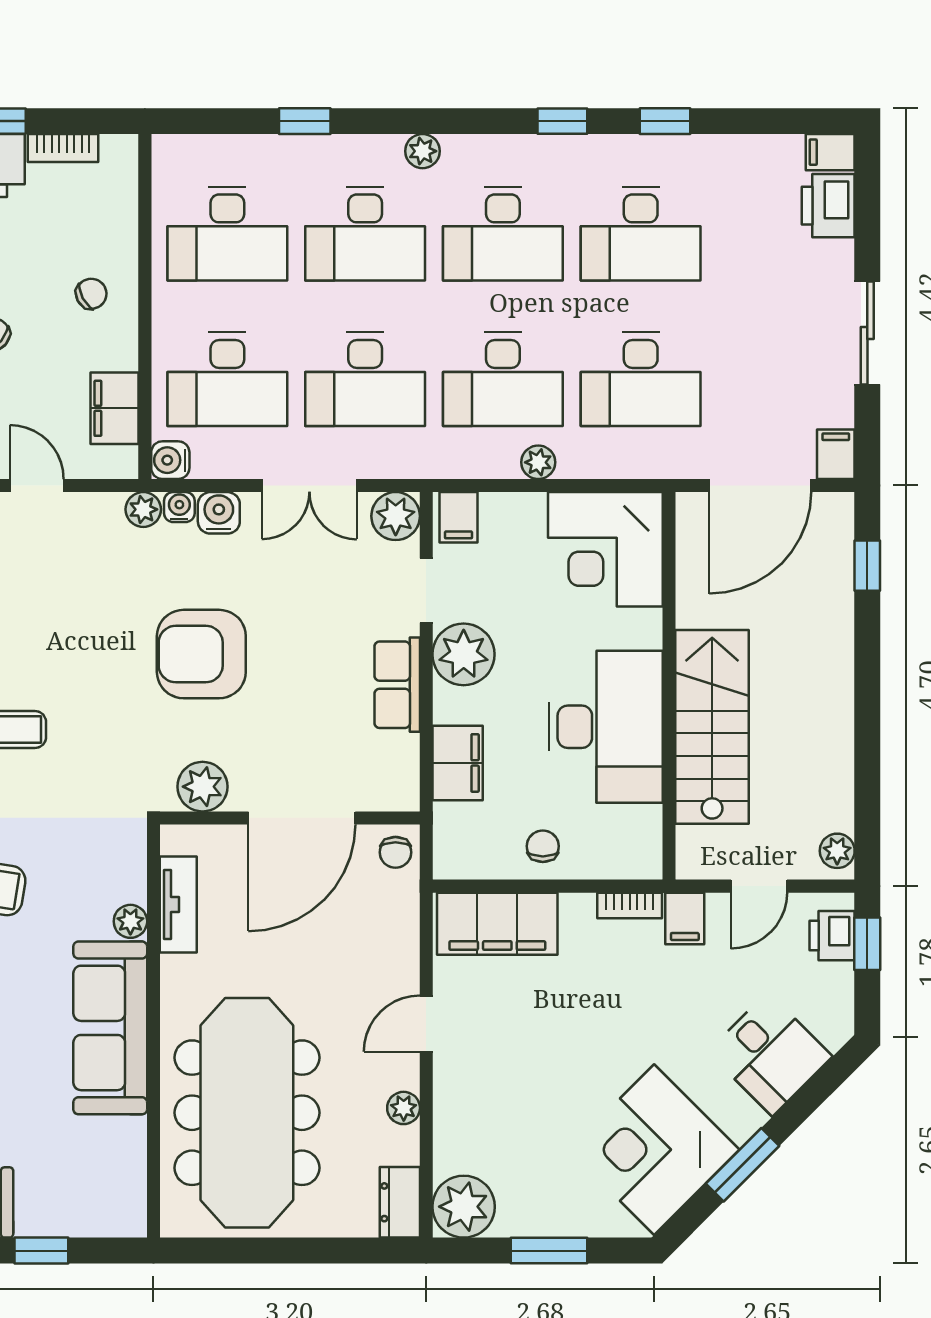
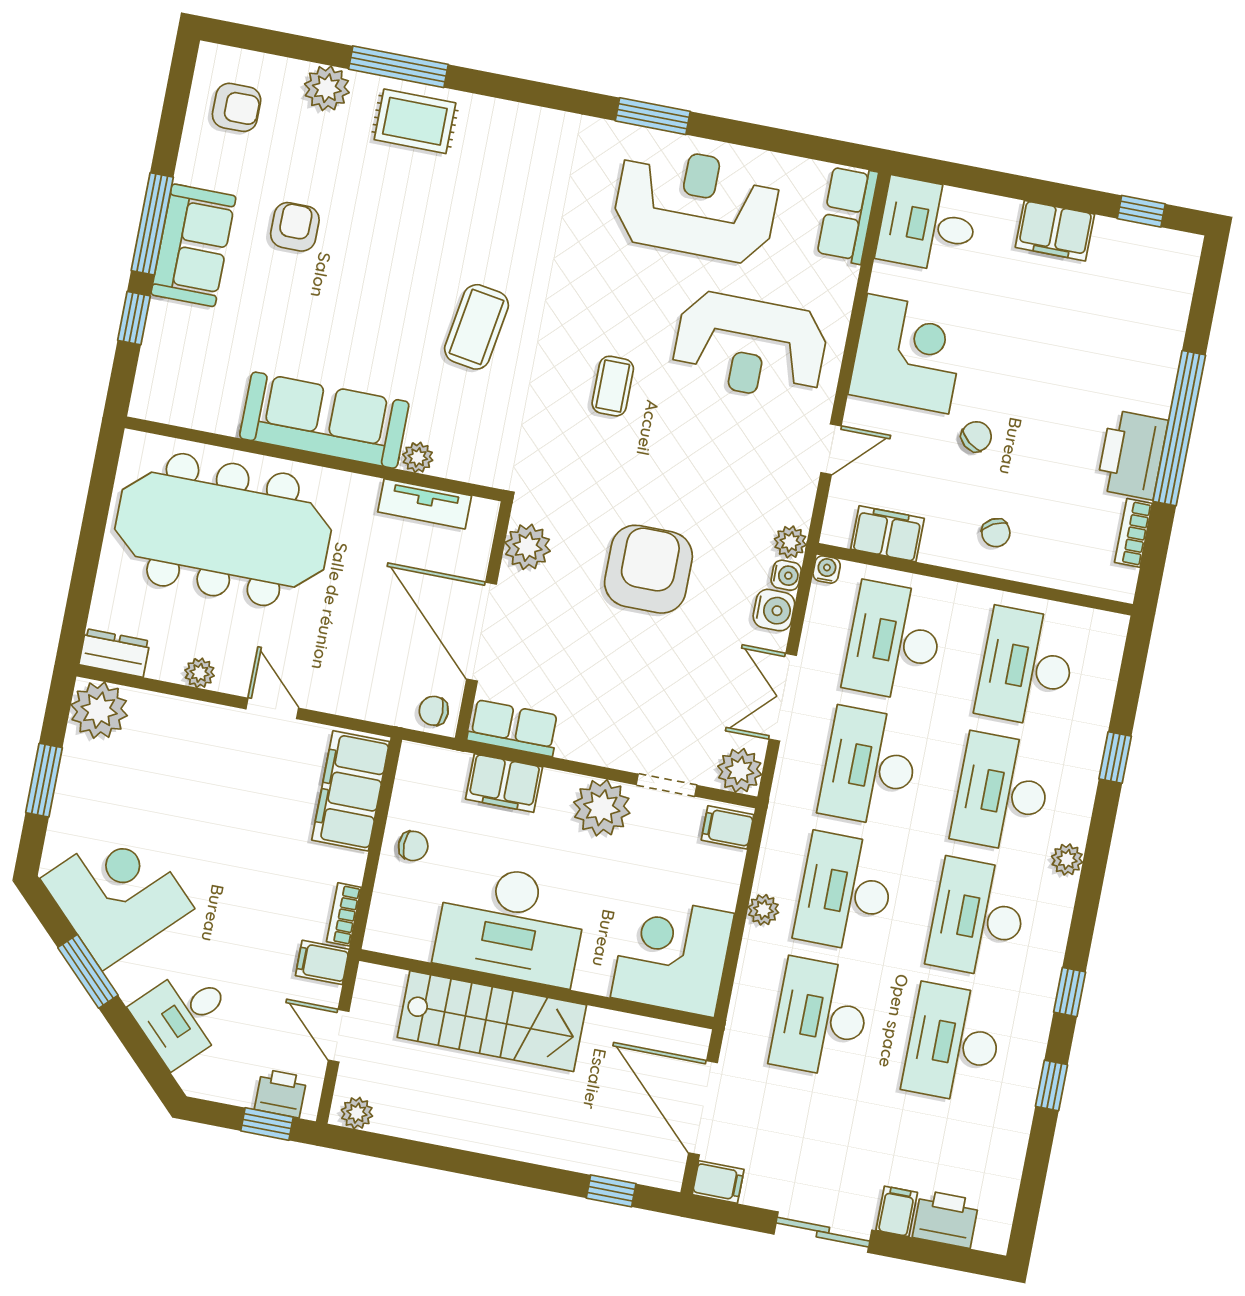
filing cabinet: (830, 152) -> (897, 1211), moved
water cooler: (170, 460) -> (827, 570), width x0.72, depth x0.72
row of seats: (397, 685) -> (513, 728), moved

